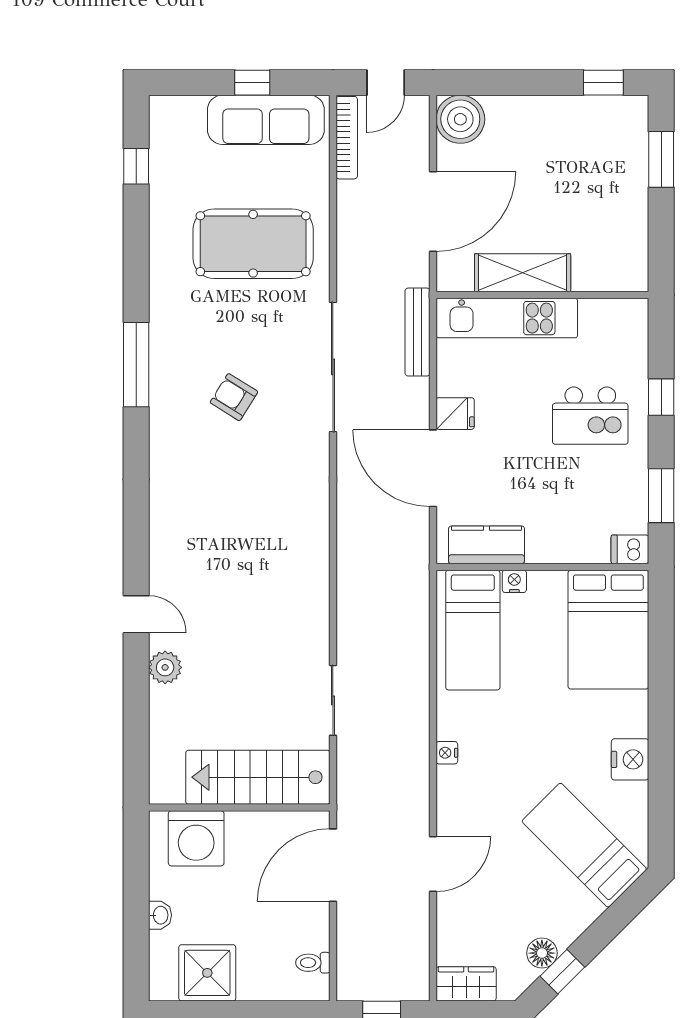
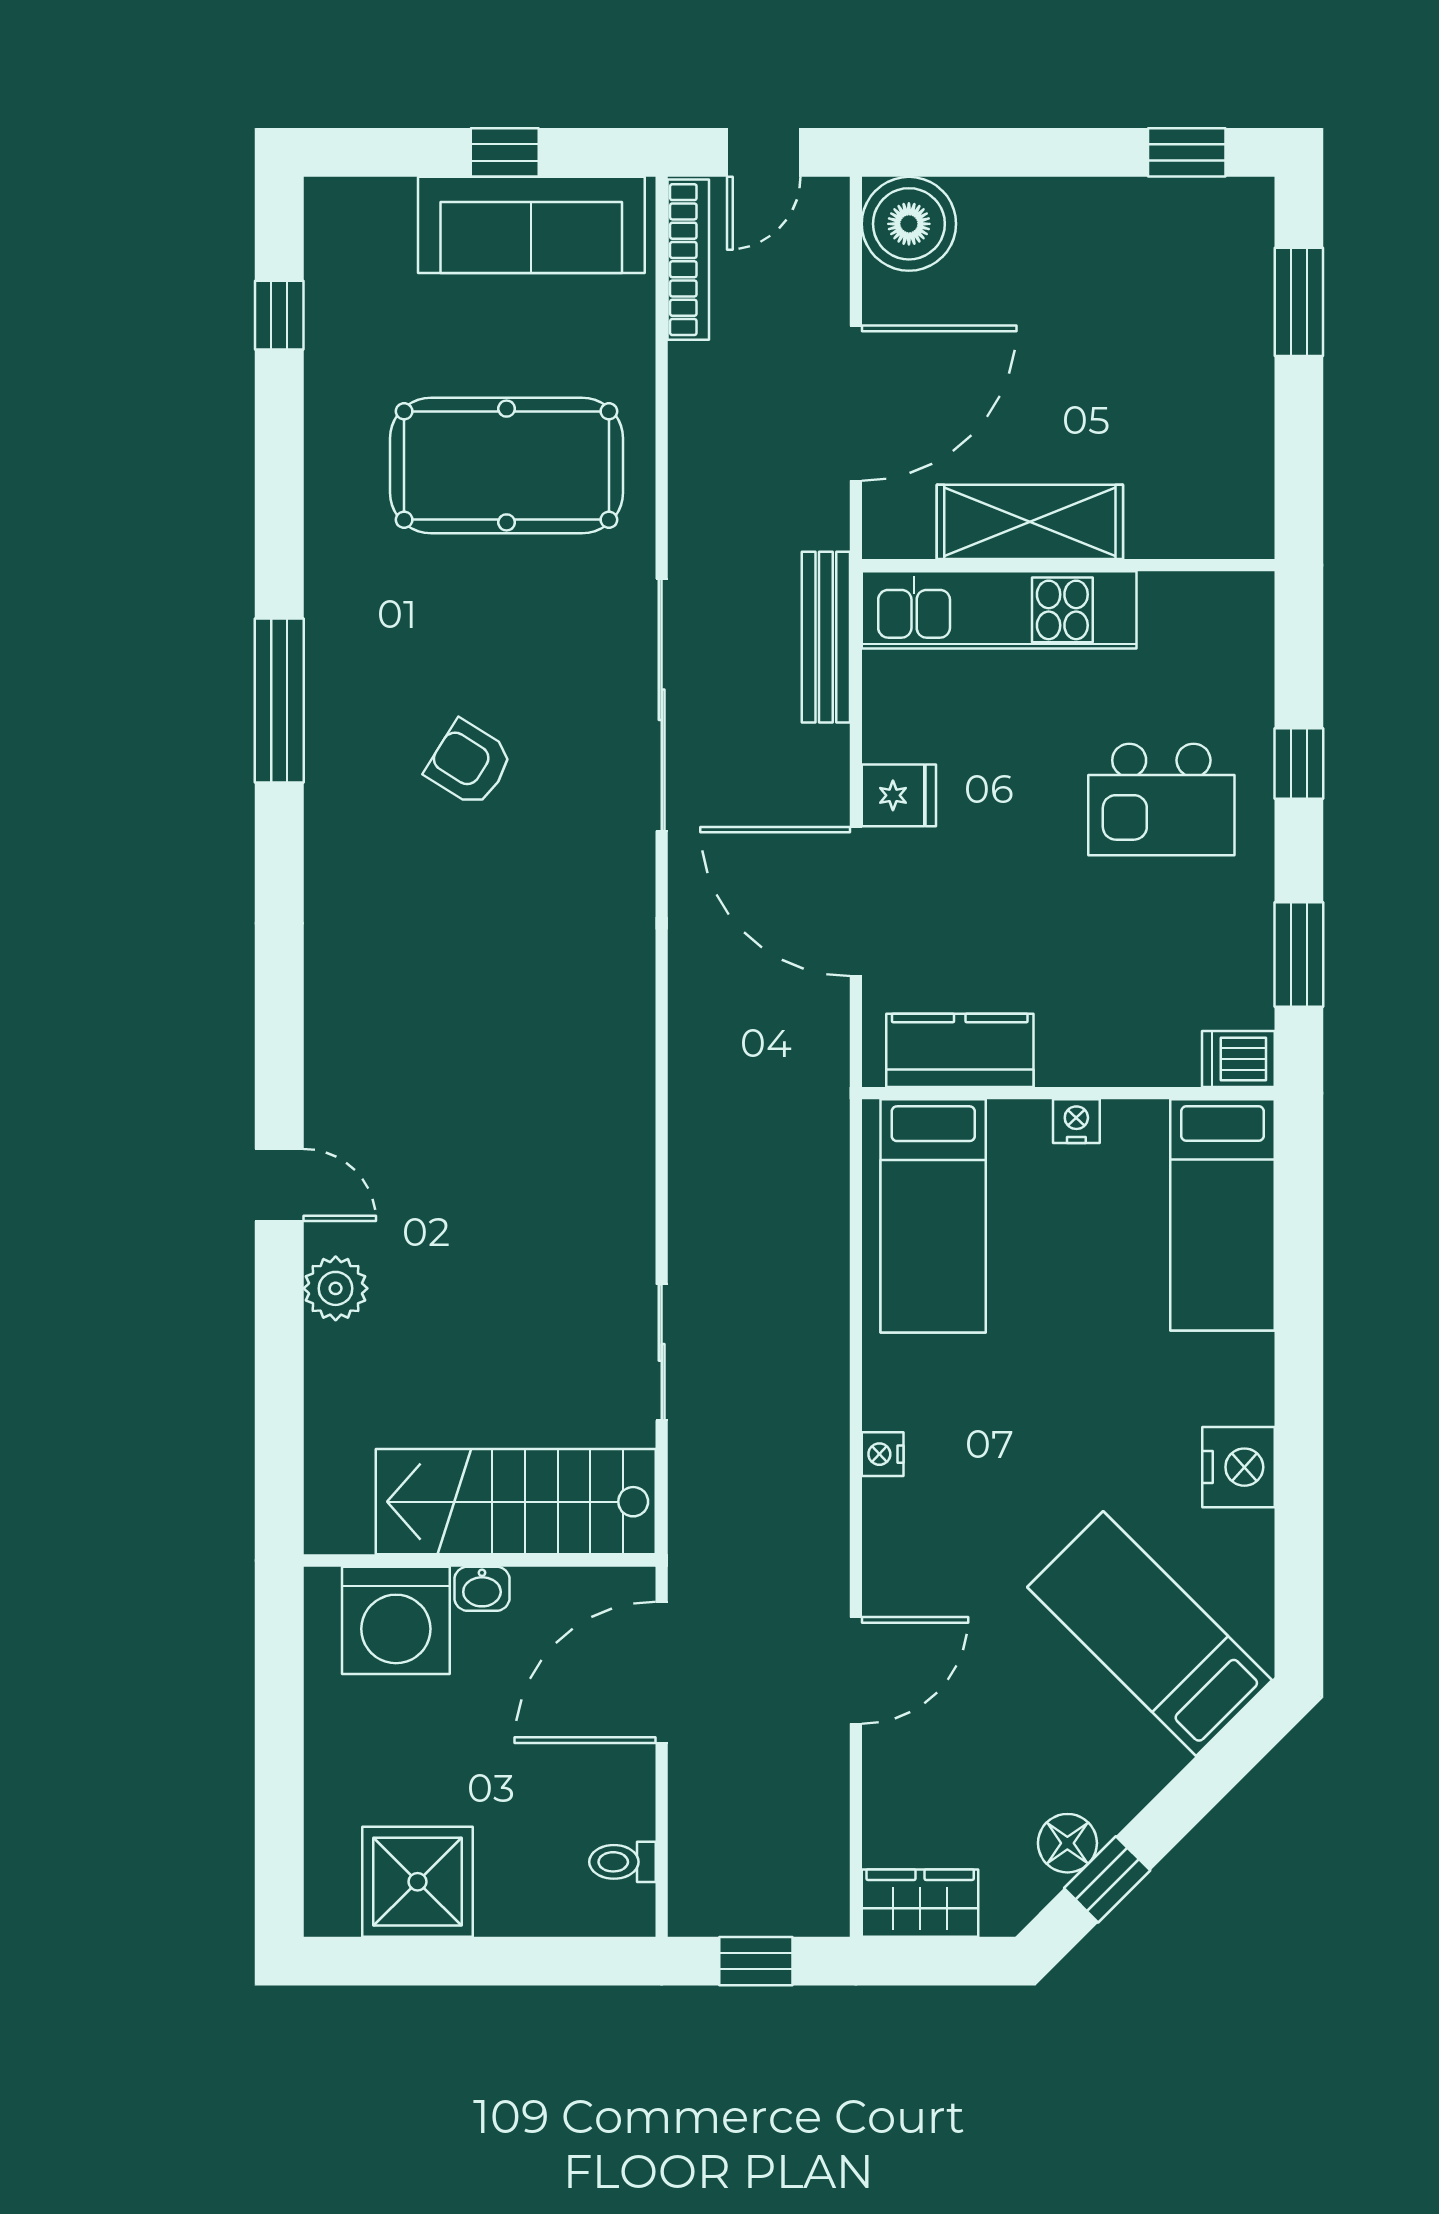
nightstand: (514, 581) -> (1076, 1121), moved
bed: (608, 630) -> (1223, 1215), width x0.67
washbasin: (160, 915) -> (482, 1589), moved, turned 90

